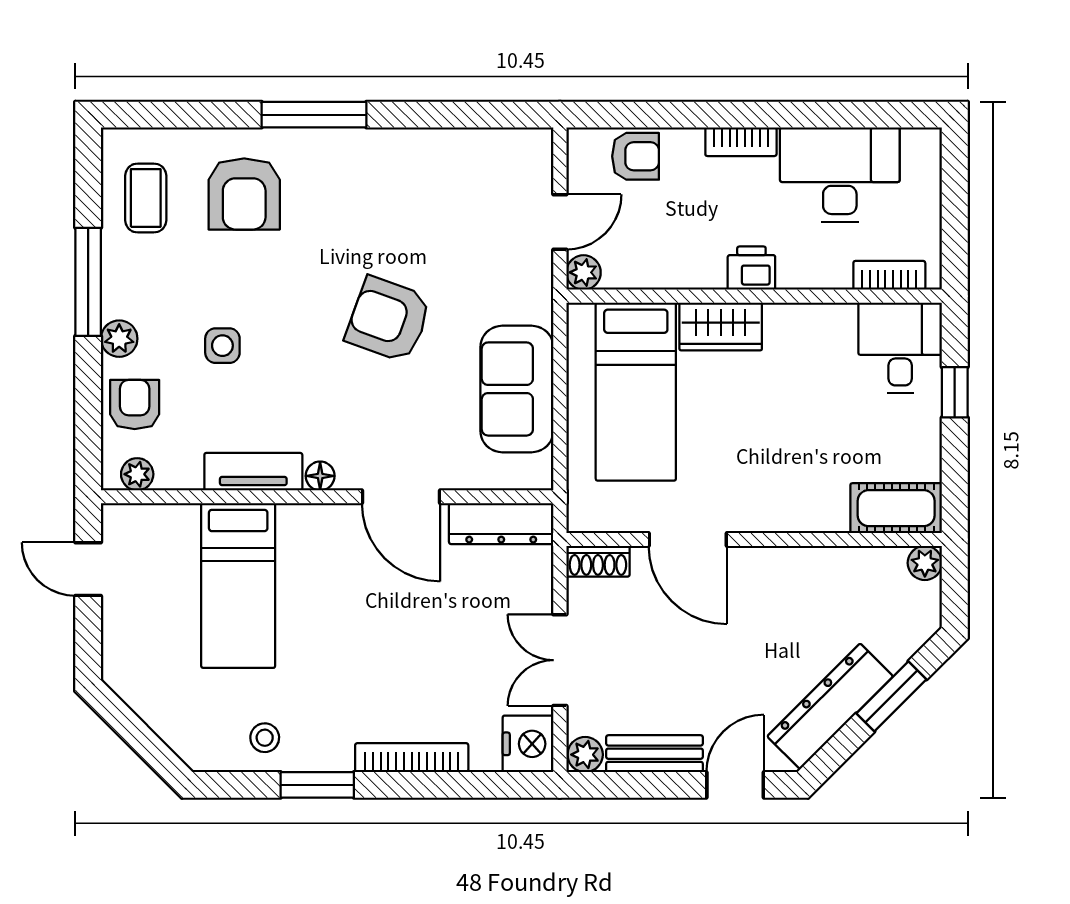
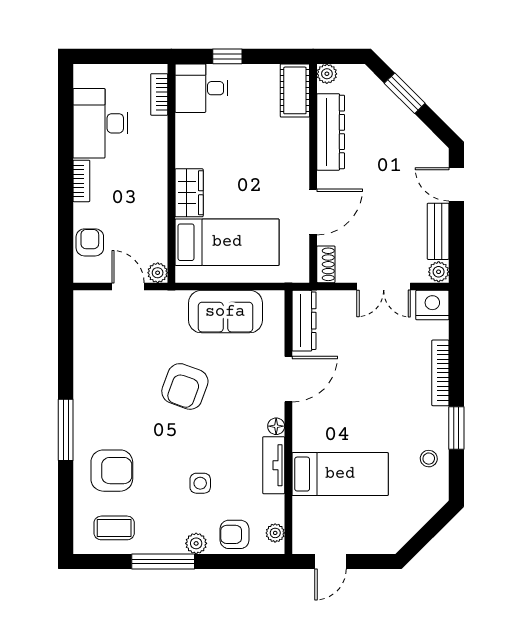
printer: (751, 268) -> (155, 175), removed
dresser: (830, 706) -> (331, 132), moved, turned -135

